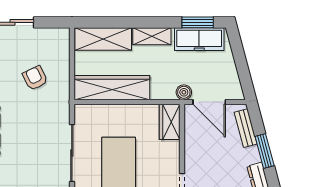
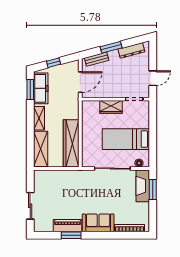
window: (240, 60) -> (54, 63), added
armchair: (35, 78) -> (65, 192), removed
boiler: (184, 92) -> (74, 98), removed
wardrobe: (170, 122) -> (111, 107), moved

